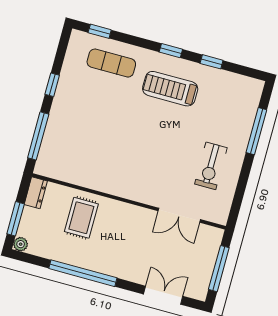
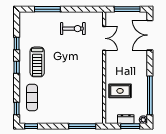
window: (52, 85) -> (31, 126), moved
dresser: (36, 193) -> (126, 119), moved
window: (83, 273) -> (150, 95), moved
double door: (163, 295) -> (150, 35), width x1.37

